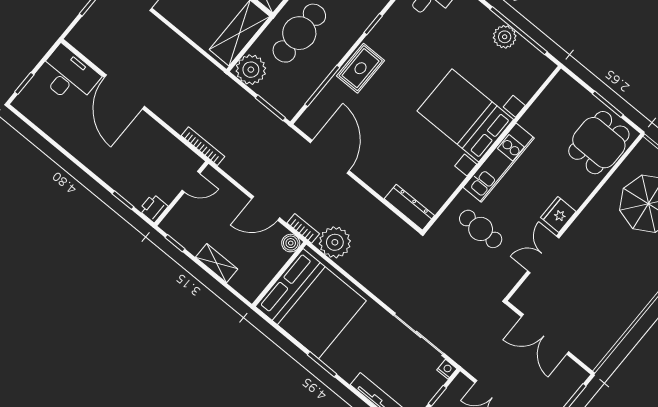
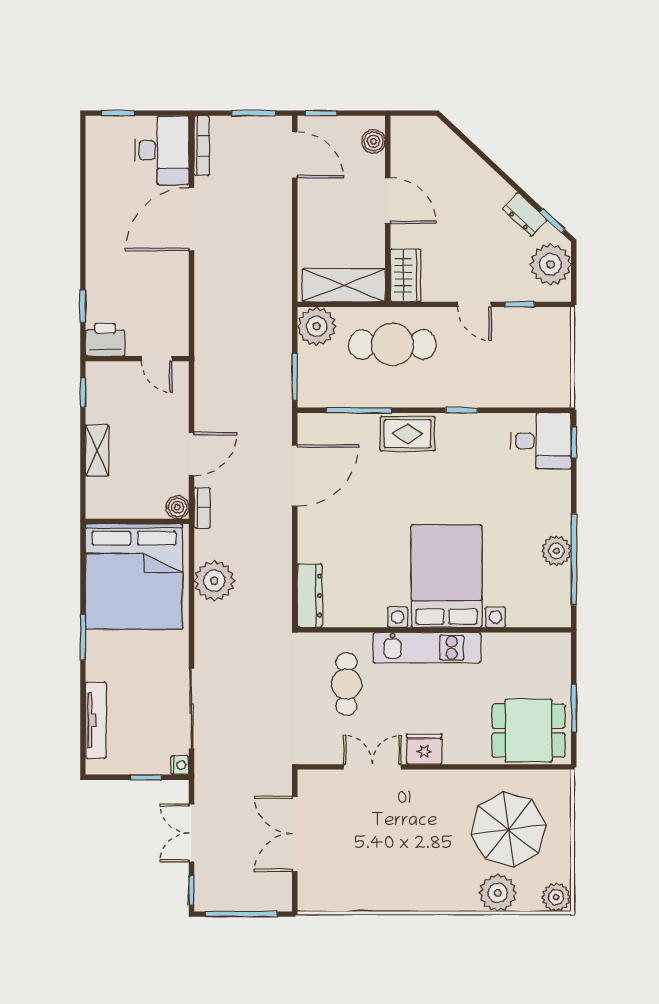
bookcase: (203, 146) -> (202, 146), moved
printer: (153, 208) -> (105, 340), width x1.36, depth x1.24
door: (266, 208) -> (191, 454), swing flipped
plant: (335, 242) -> (214, 581), moved

